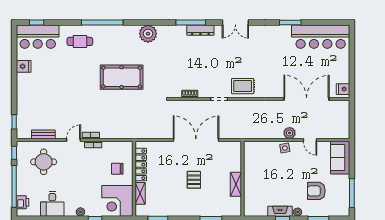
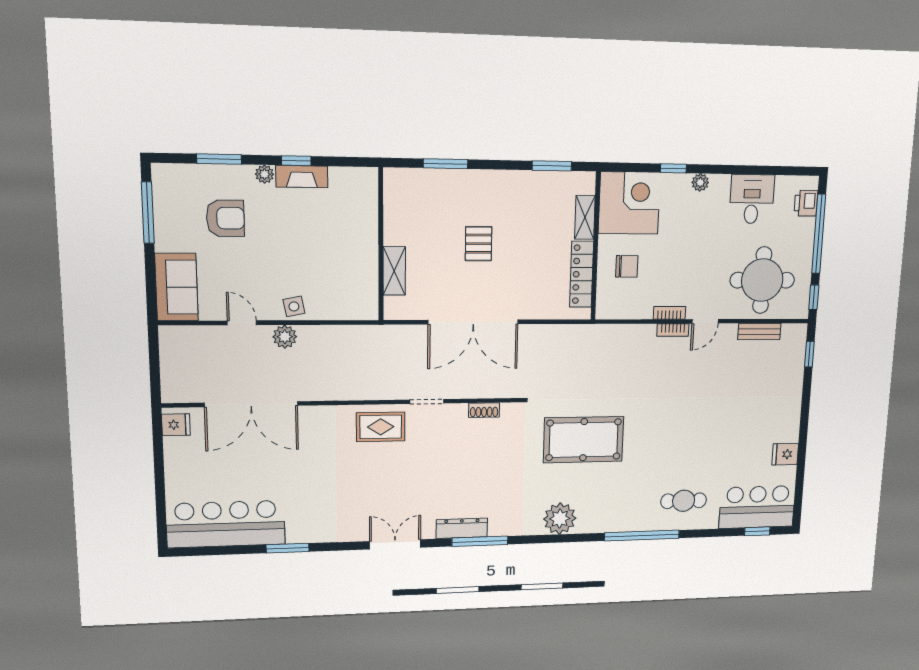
pool table: (122, 77) -> (584, 440), moved
round table: (44, 162) -> (762, 280), width x1.36, depth x1.36
shelving: (236, 184) -> (394, 271), moved

